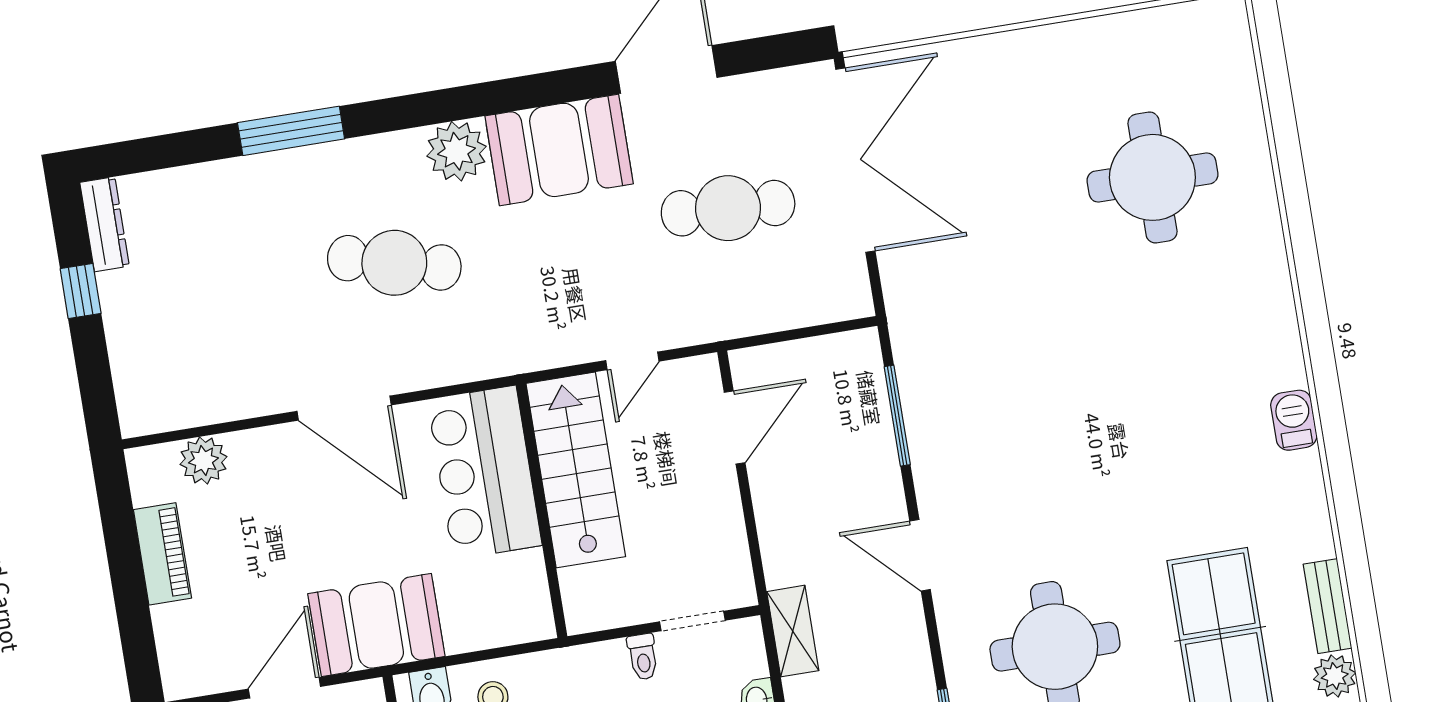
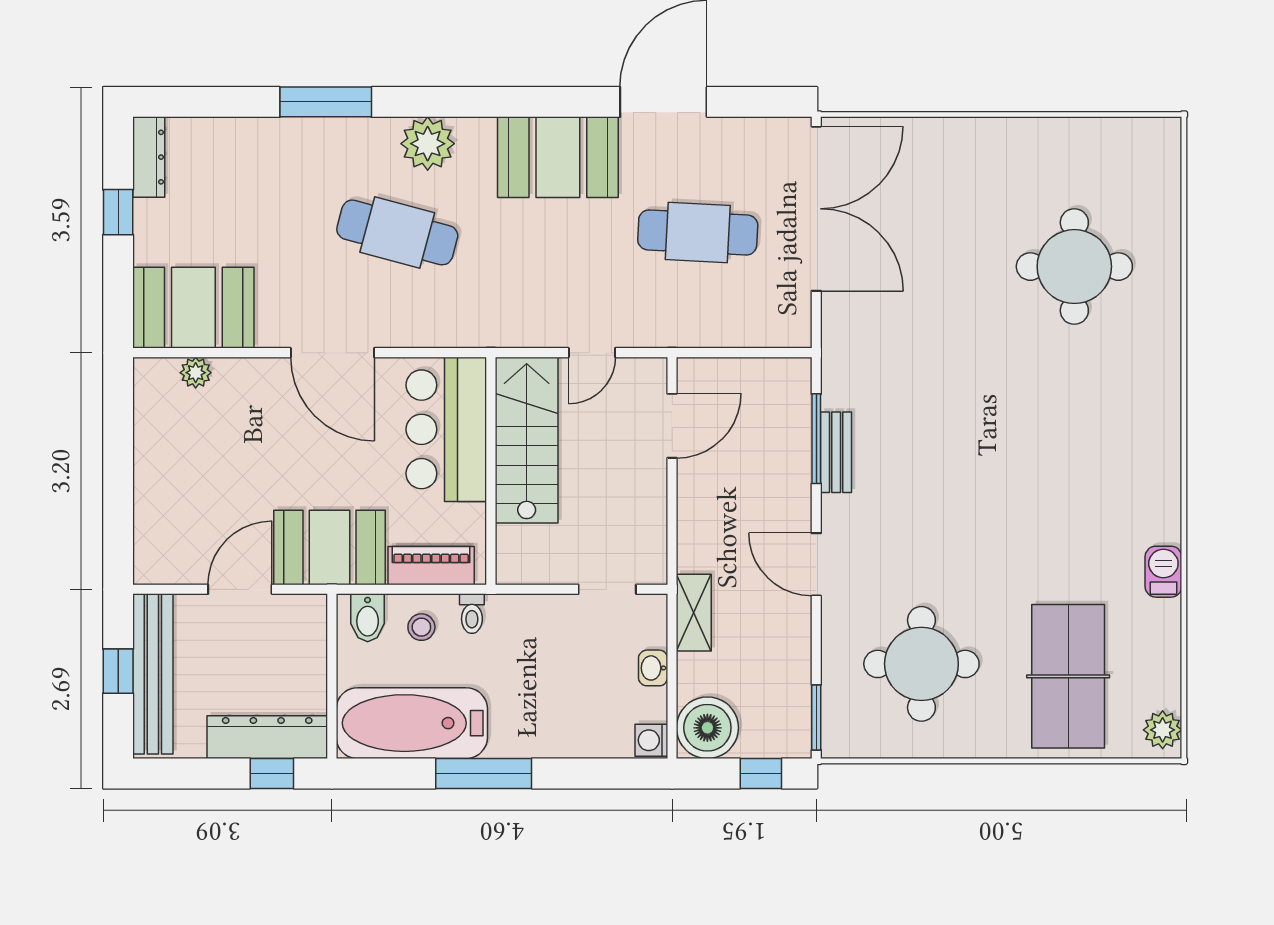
plant: (457, 151) -> (428, 144), moved
booth: (182, 383) -> (193, 308), added
barbecue: (1294, 420) -> (1163, 572), moved
plant: (203, 460) -> (196, 373), width x0.73, depth x0.73
piano: (162, 554) -> (431, 566), moved, turned -90
bench: (1328, 606) -> (836, 452), moved
toilet: (643, 657) -> (472, 614), moved

